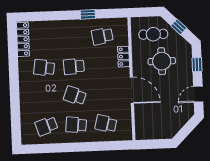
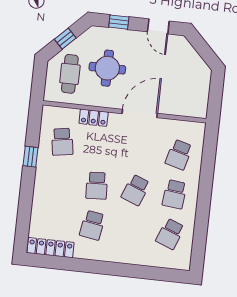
school desk: (46, 126) -> (170, 234), turned 39

